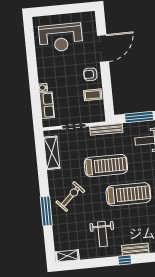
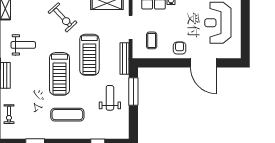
coffee table: (93, 95) -> (152, 40), moved
weight bench: (102, 234) -> (23, 45), turned 180

